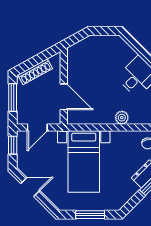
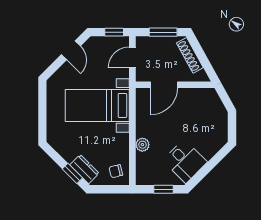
door: (37, 127) -> (132, 58), hinge flipped
window: (90, 215) -> (42, 112), removed

